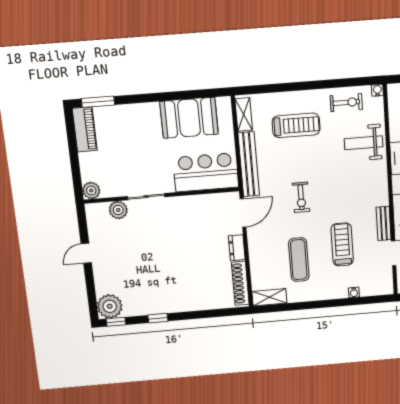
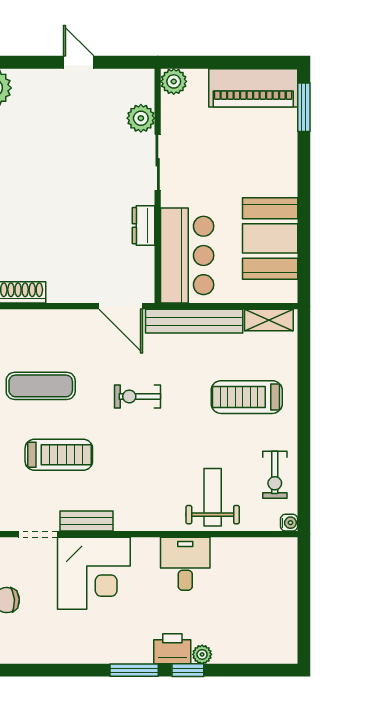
treadmill: (296, 125) -> (247, 397), turned 90
piano: (85, 129) -> (253, 88), width x1.37, depth x1.33
dresser: (237, 248) -> (144, 226), moved, turned -90

